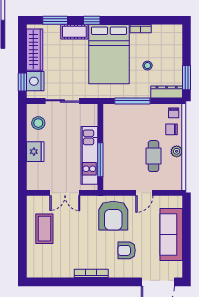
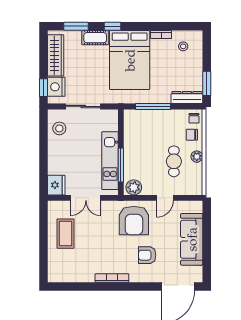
stool: (147, 66) -> (183, 46), moved
fridge: (35, 152) -> (56, 185), moved
plant: (113, 182) -> (134, 187), added

